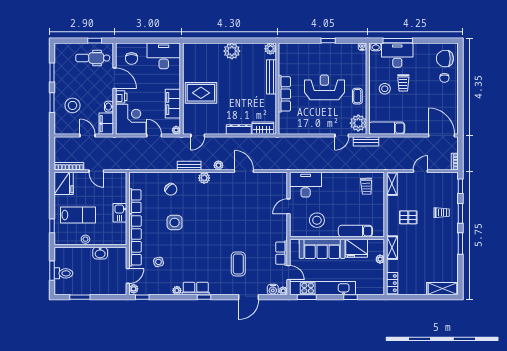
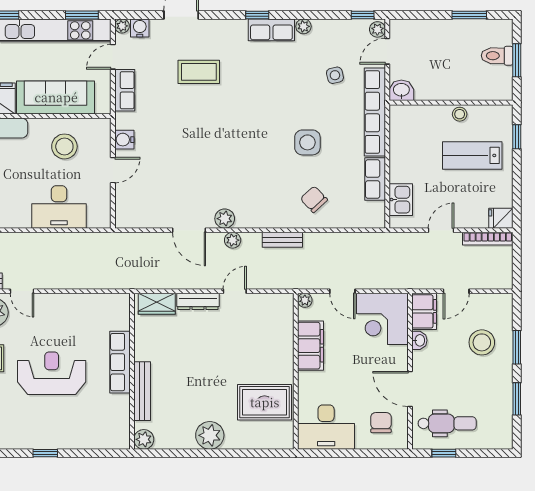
reception desk: (324, 87) -> (52, 373), turned 180
rug: (201, 93) -> (265, 402), moved
printer: (121, 97) -> (398, 357), removed
door: (87, 135) -> (456, 291), hinge flipped
door: (198, 135) -> (235, 291), moved
door: (342, 135) -> (22, 291), swing flipped
door: (96, 171) -> (441, 230), hinge flipped
plant: (204, 178) -> (225, 219), moved
fridge: (64, 183) -> (501, 218), width x0.53, depth x0.75
desk: (306, 185) -> (59, 207), moved
kitchen sink: (120, 213) -> (401, 200), moved
water cooler: (282, 224) -> (124, 140), added
washbasin: (100, 253) -> (401, 90), moved
coffee table: (238, 264) -> (199, 72), turned 90
door: (289, 273) -> (113, 57), hinge flipped

